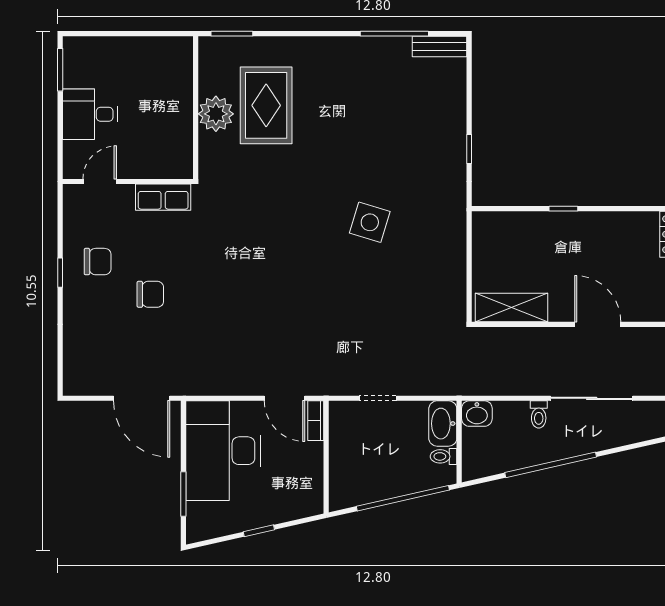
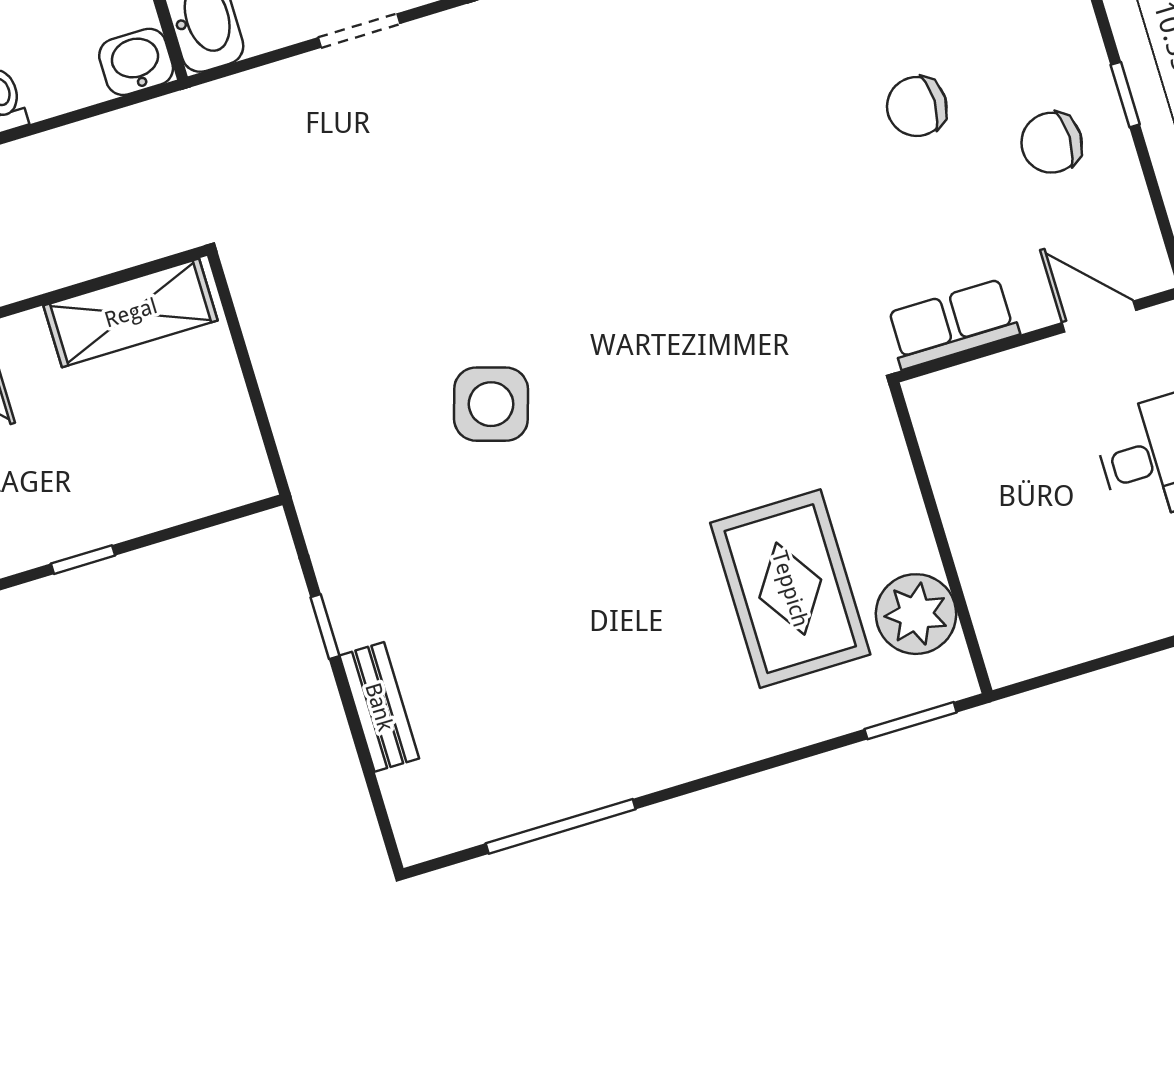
bench: (440, 47) -> (379, 707), moved, turned 90
plant: (216, 114) -> (916, 614), moved
door: (100, 181) -> (1099, 317), swing flipped

